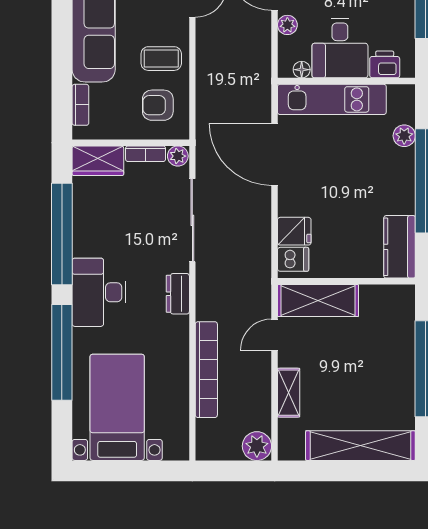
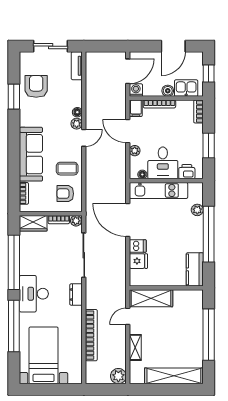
dishwasher: (293, 259) -> (138, 246), moved

